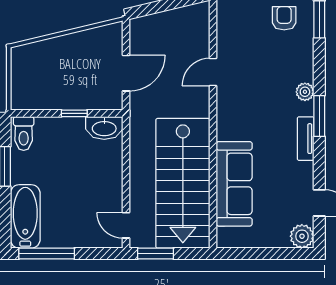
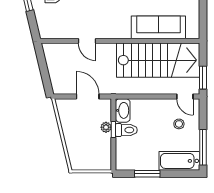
plant: (78, 102) -> (106, 127), added
toilet: (24, 133) -> (126, 130), moved
stool: (83, 216) -> (179, 124), added
door: (126, 225) -> (185, 96), hinge flipped

